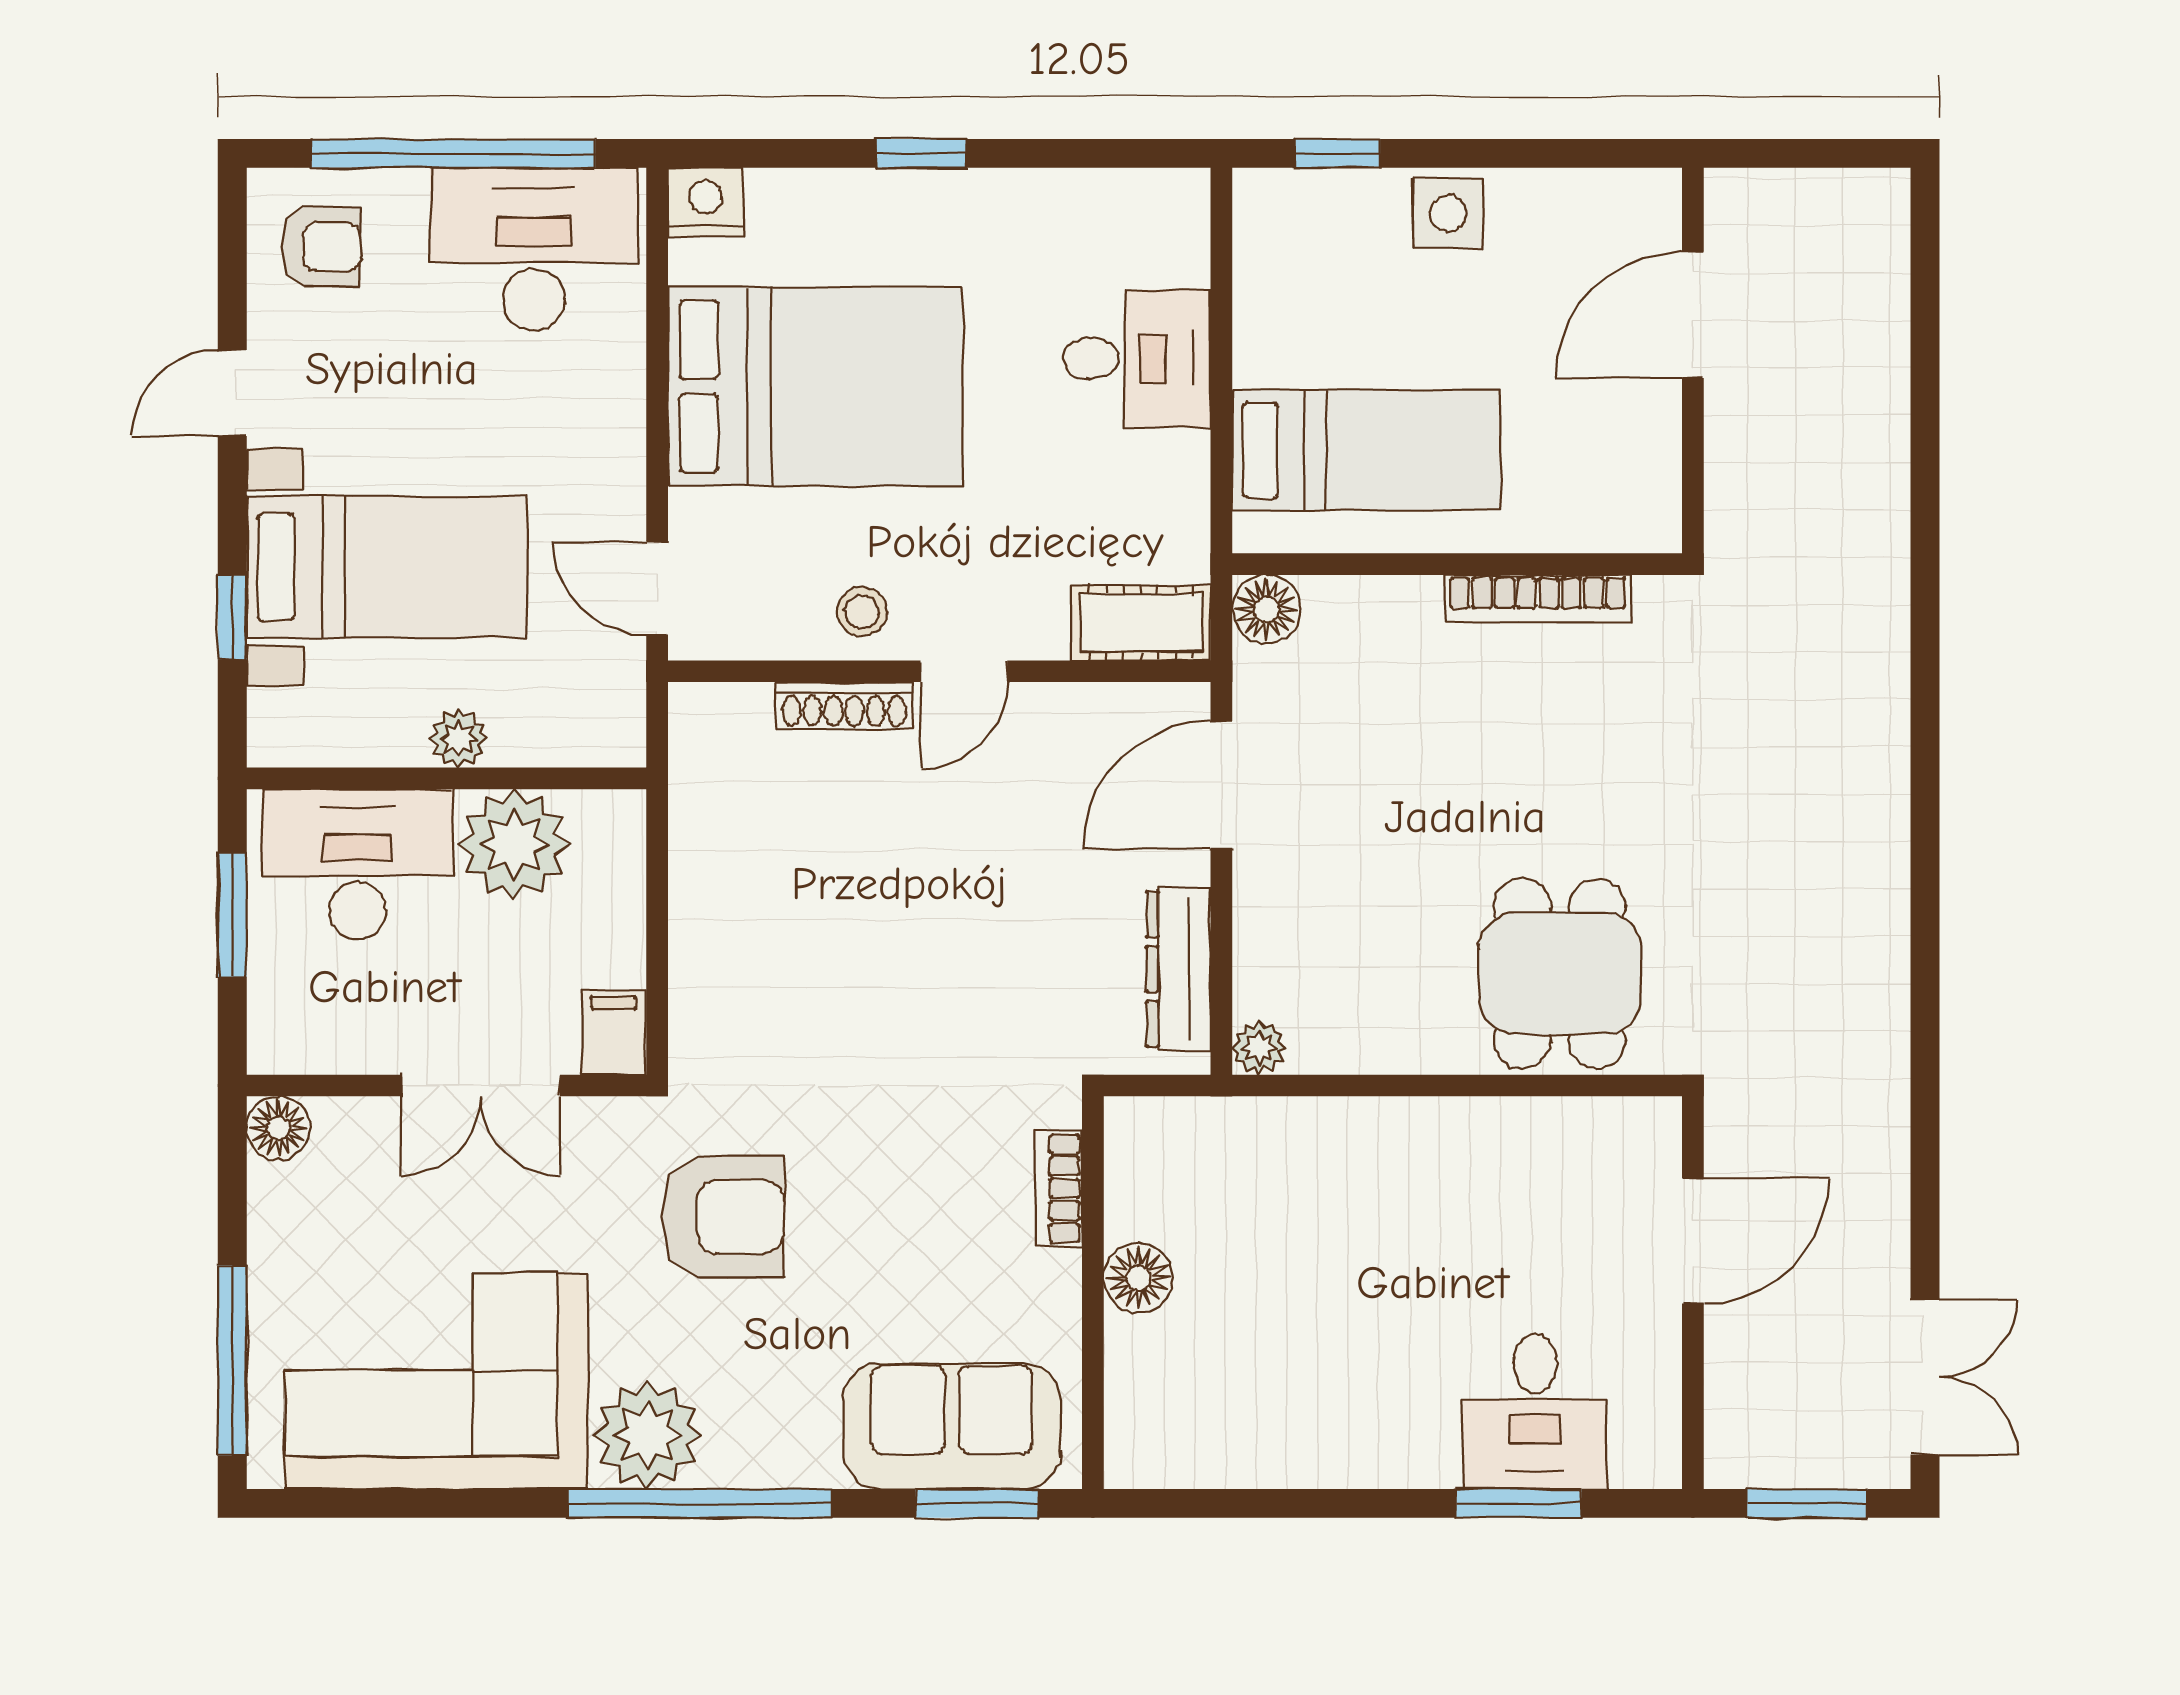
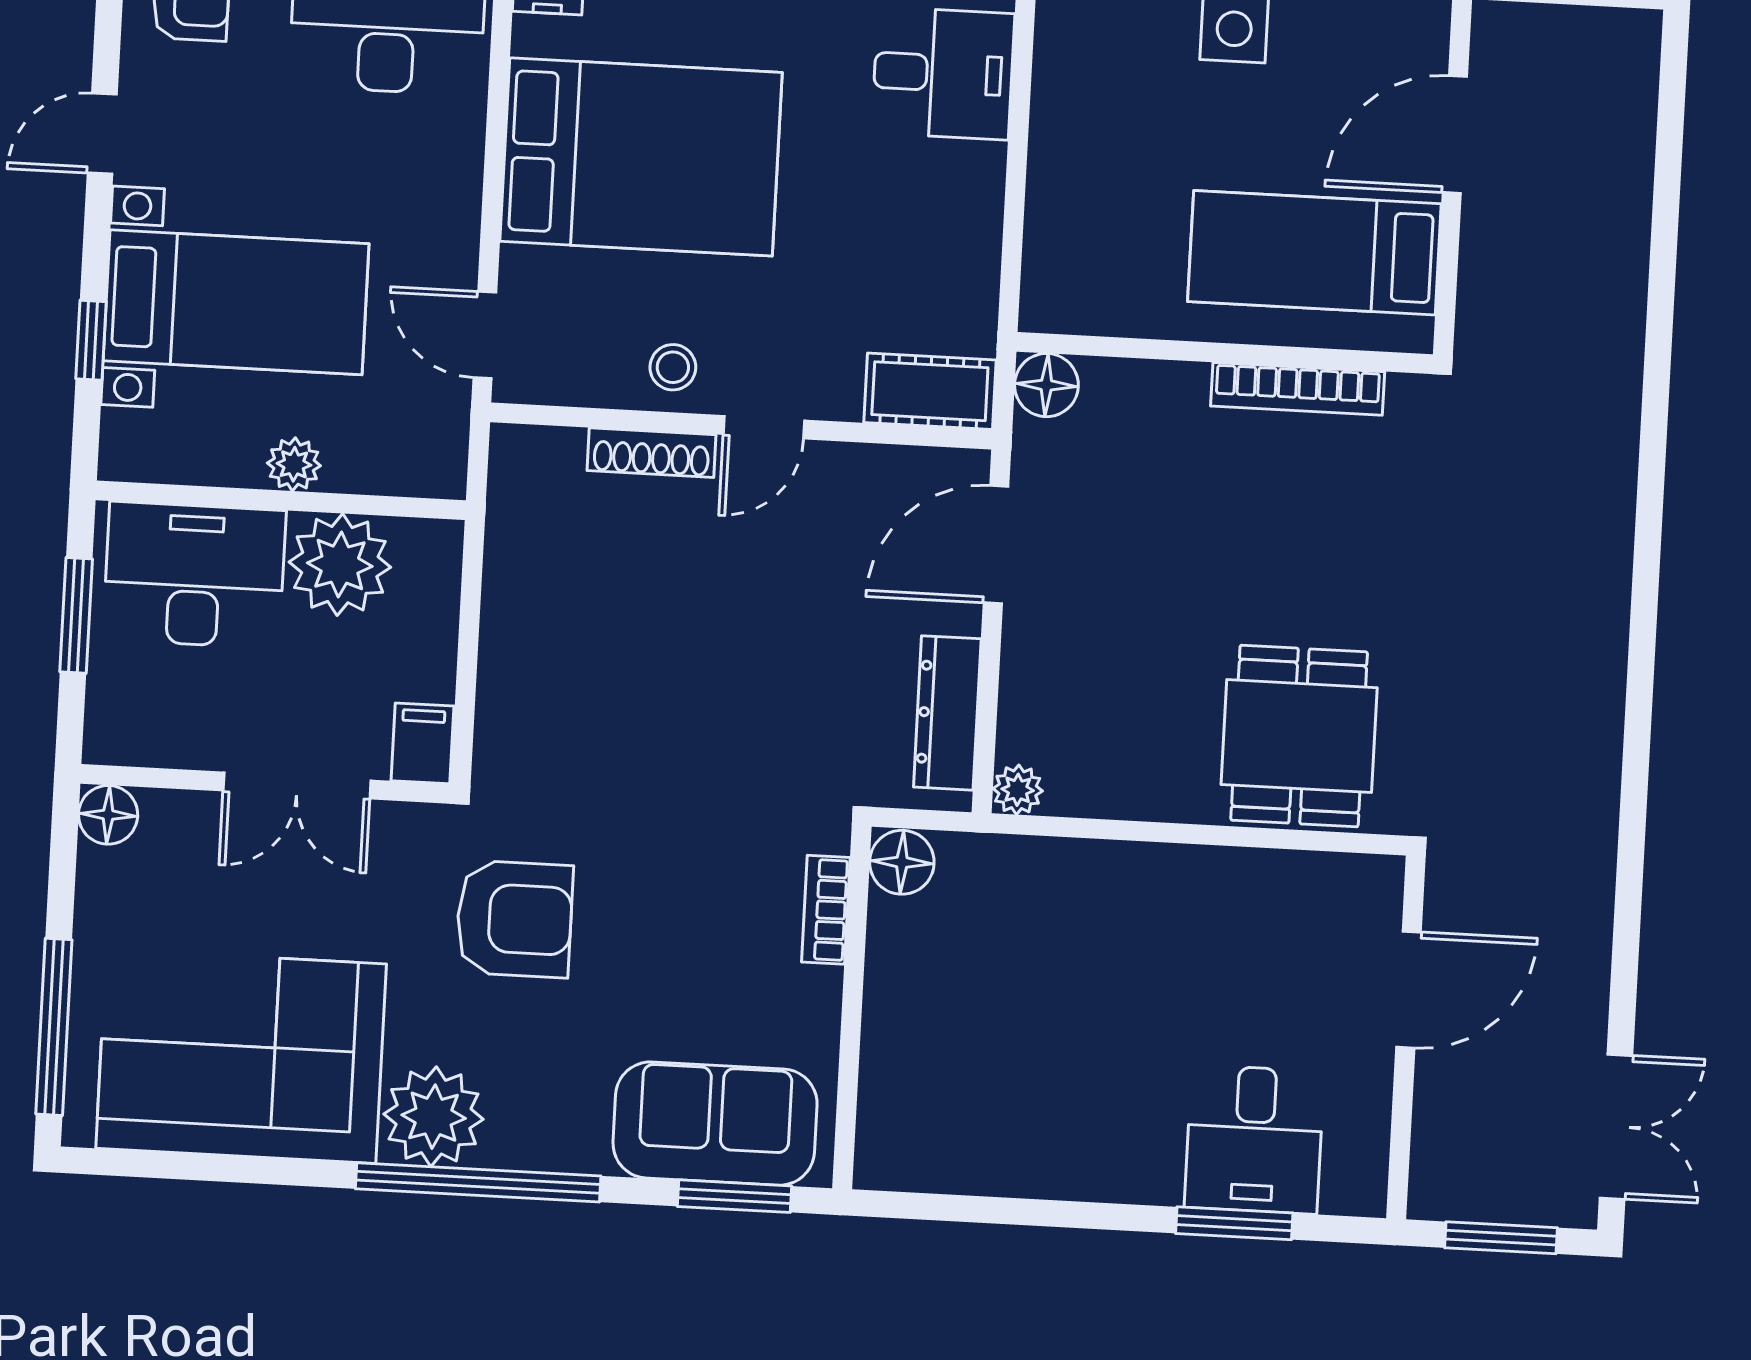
desk: (1137, 358) -> (943, 73), moved
bed: (1366, 450) -> (1314, 253), moved, turned 180
floor lamp: (1138, 1278) -> (902, 862), moved

